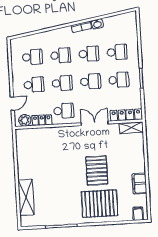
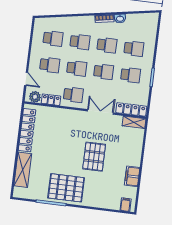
door: (12, 104) -> (26, 79), hinge flipped
locker: (23, 156) -> (27, 130), added
pallet: (100, 204) -> (66, 188), moved

